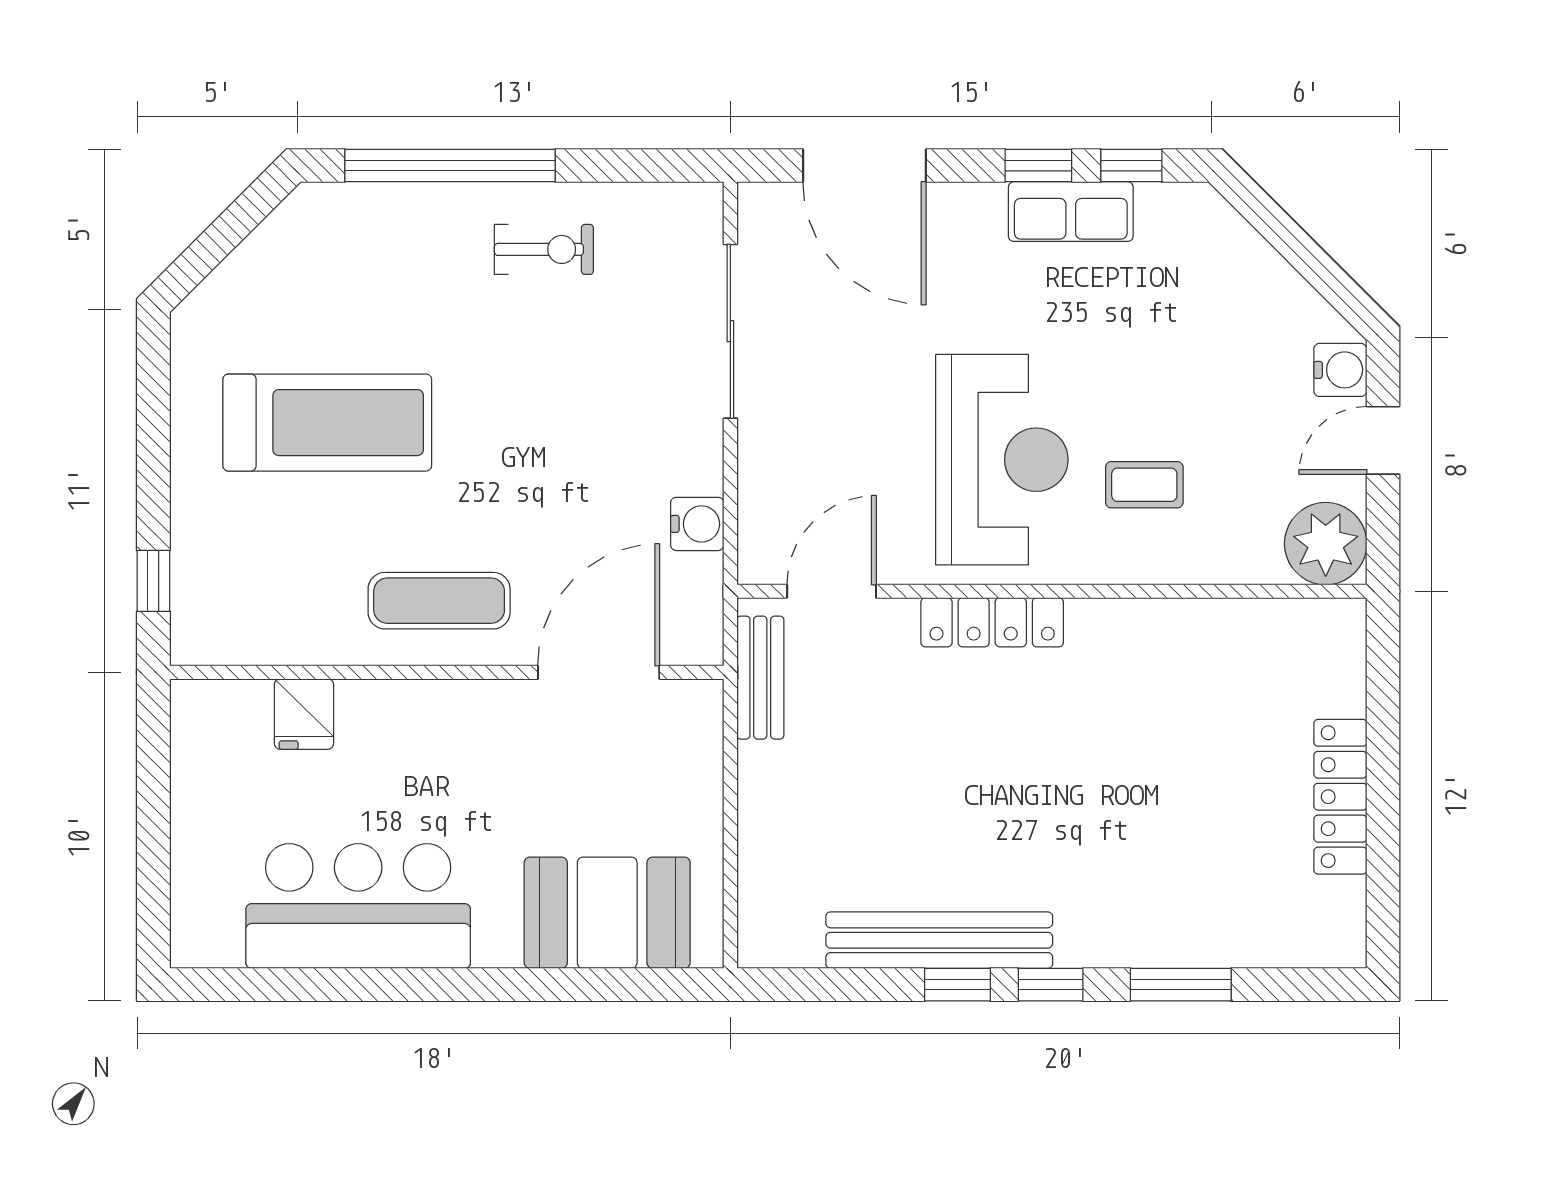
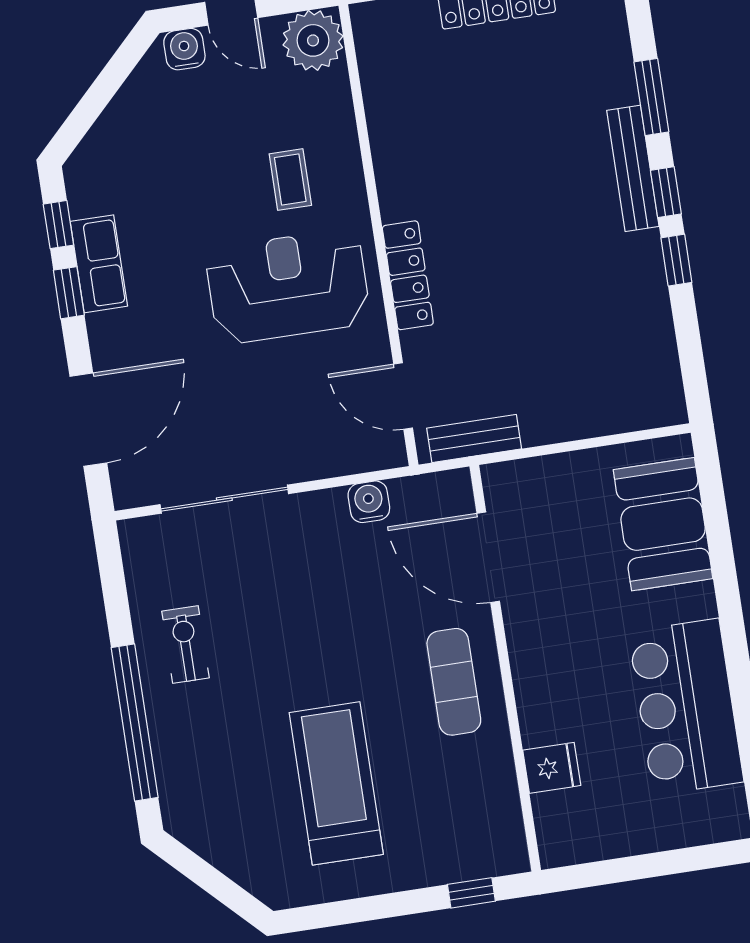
bench: (939, 940) -> (633, 168), moved, width x0.73, depth x0.82

